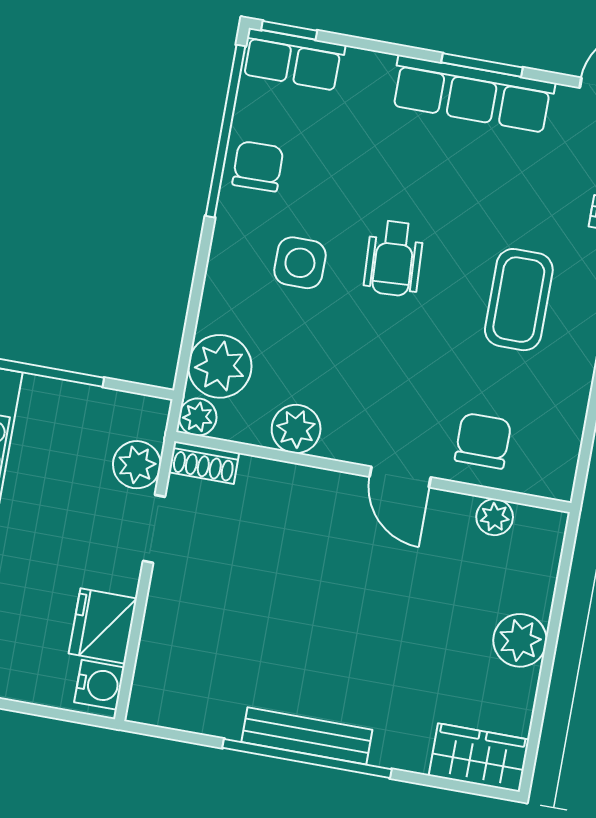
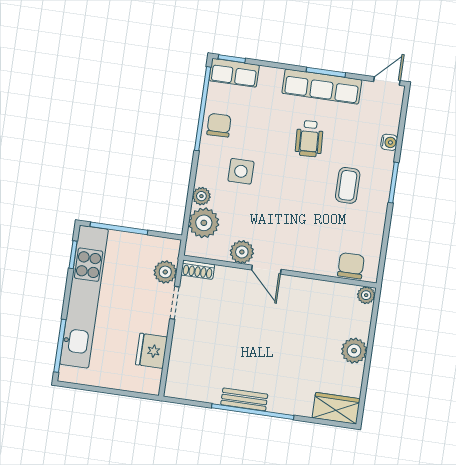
wheelchair: (394, 258) -> (309, 139), moved
coffee table: (519, 300) -> (348, 185), width x0.73, depth x0.77
plant: (198, 417) -> (201, 196), moved
chair: (483, 441) -> (351, 266), moved
door: (400, 477) -> (266, 270), moved
plant: (495, 517) -> (366, 295), moved
water cooler: (99, 685) -> (151, 379), removed
bench: (307, 736) -> (244, 399), width x0.73

